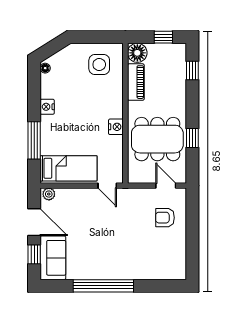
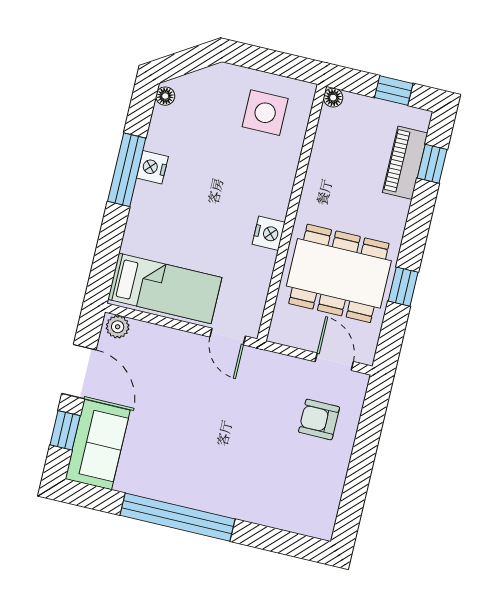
floor lamp: (137, 53) -> (333, 98), width x0.53, depth x0.53
piano: (136, 82) -> (405, 163), moved, turned 180
window: (34, 140) -> (127, 170), moved

